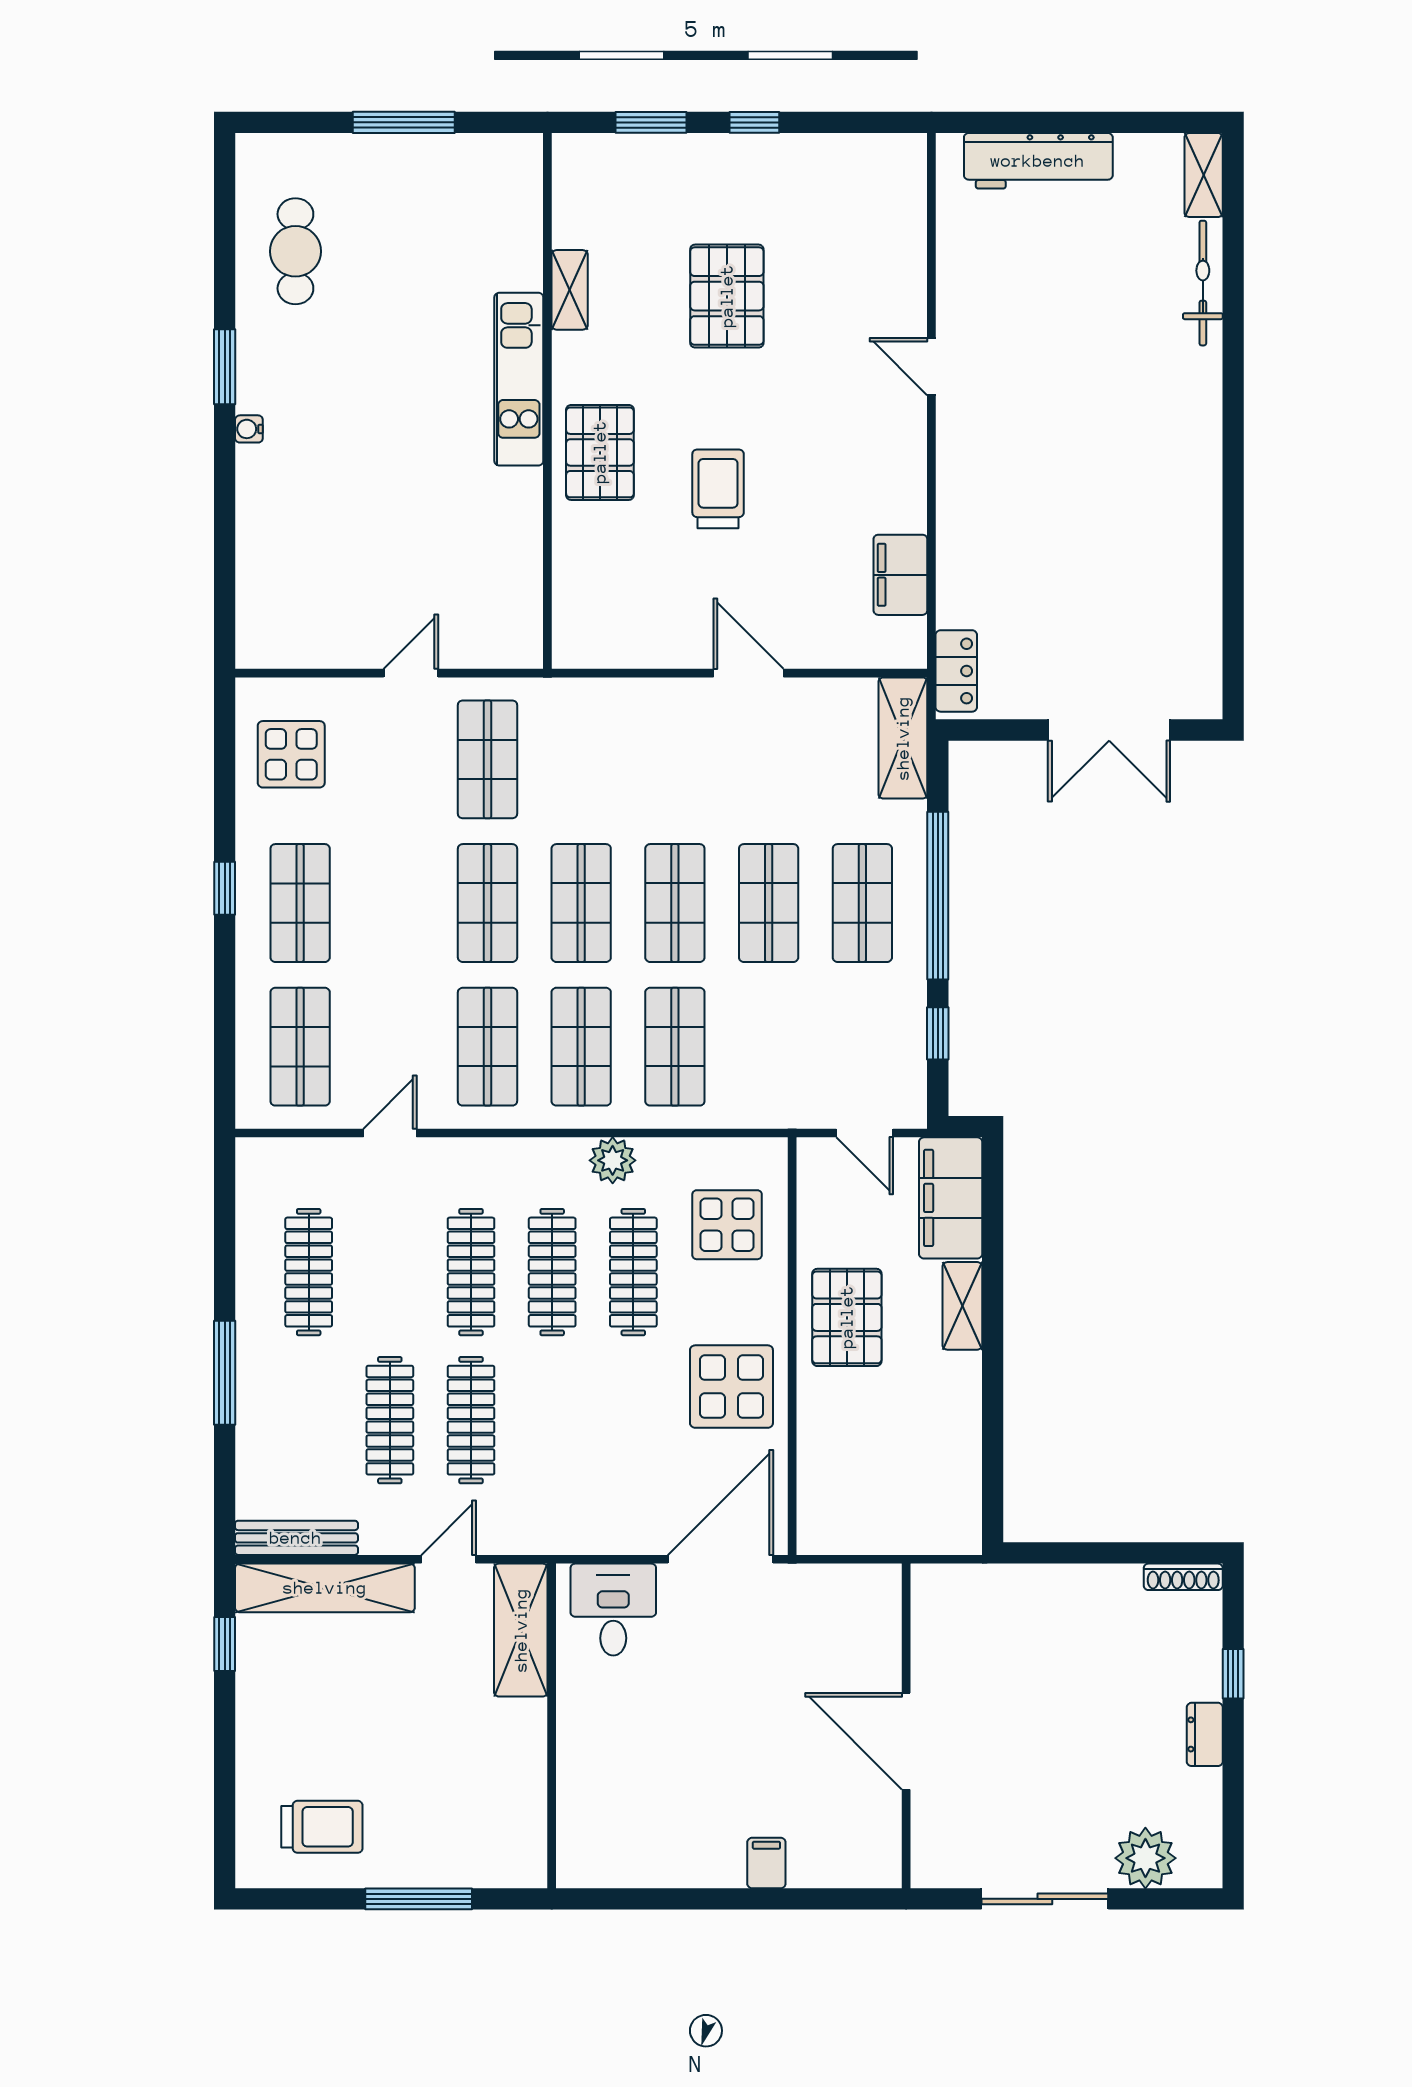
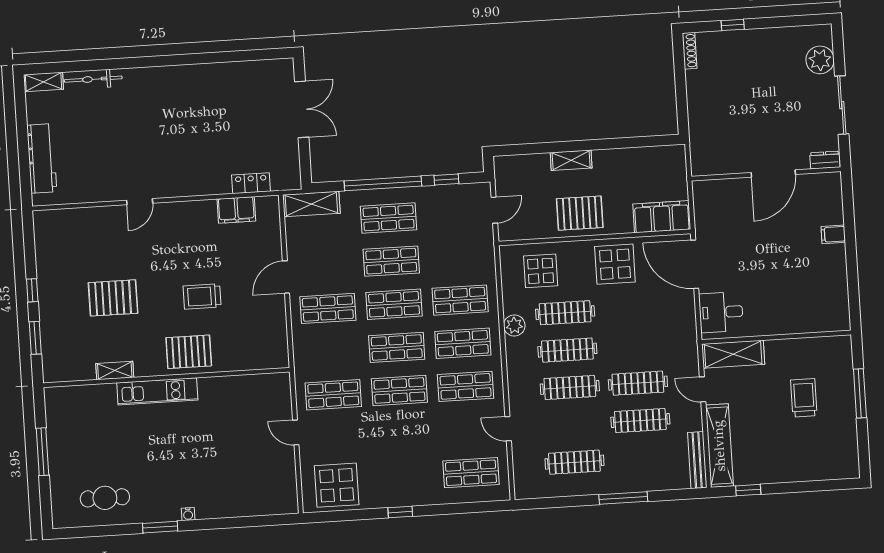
locker: (956, 671) -> (251, 183), moved
display table: (291, 754) -> (337, 485), width x1.36, depth x1.36
shop shelf: (300, 903) -> (328, 308), moved
filing cabinet: (951, 1198) -> (662, 217), moved, turned 180
dresser: (1205, 1734) -> (825, 160), moved, turned 180
trolley: (322, 1827) -> (804, 398), moved

